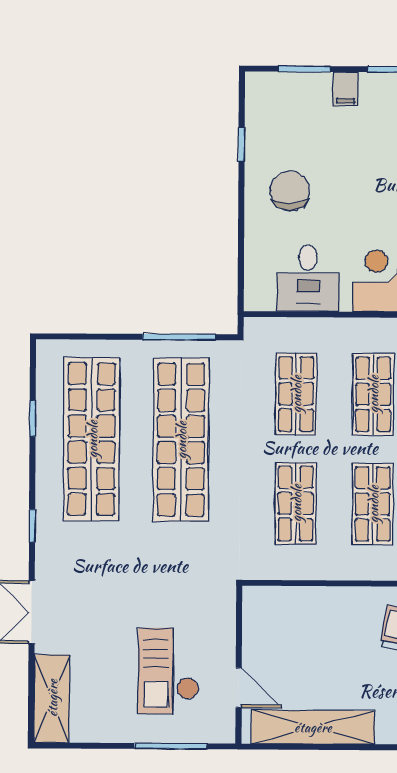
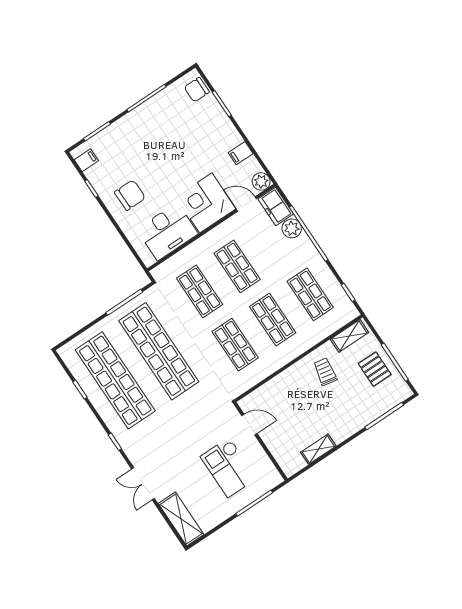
filing cabinet: (345, 89) -> (86, 160), moved, turned -90
chair: (290, 191) -> (130, 195), turned 90
desk: (308, 278) -> (167, 231), width x1.37
door: (239, 688) -> (249, 425), moved
shelving: (313, 727) -> (318, 449), width x0.45, depth x0.75

